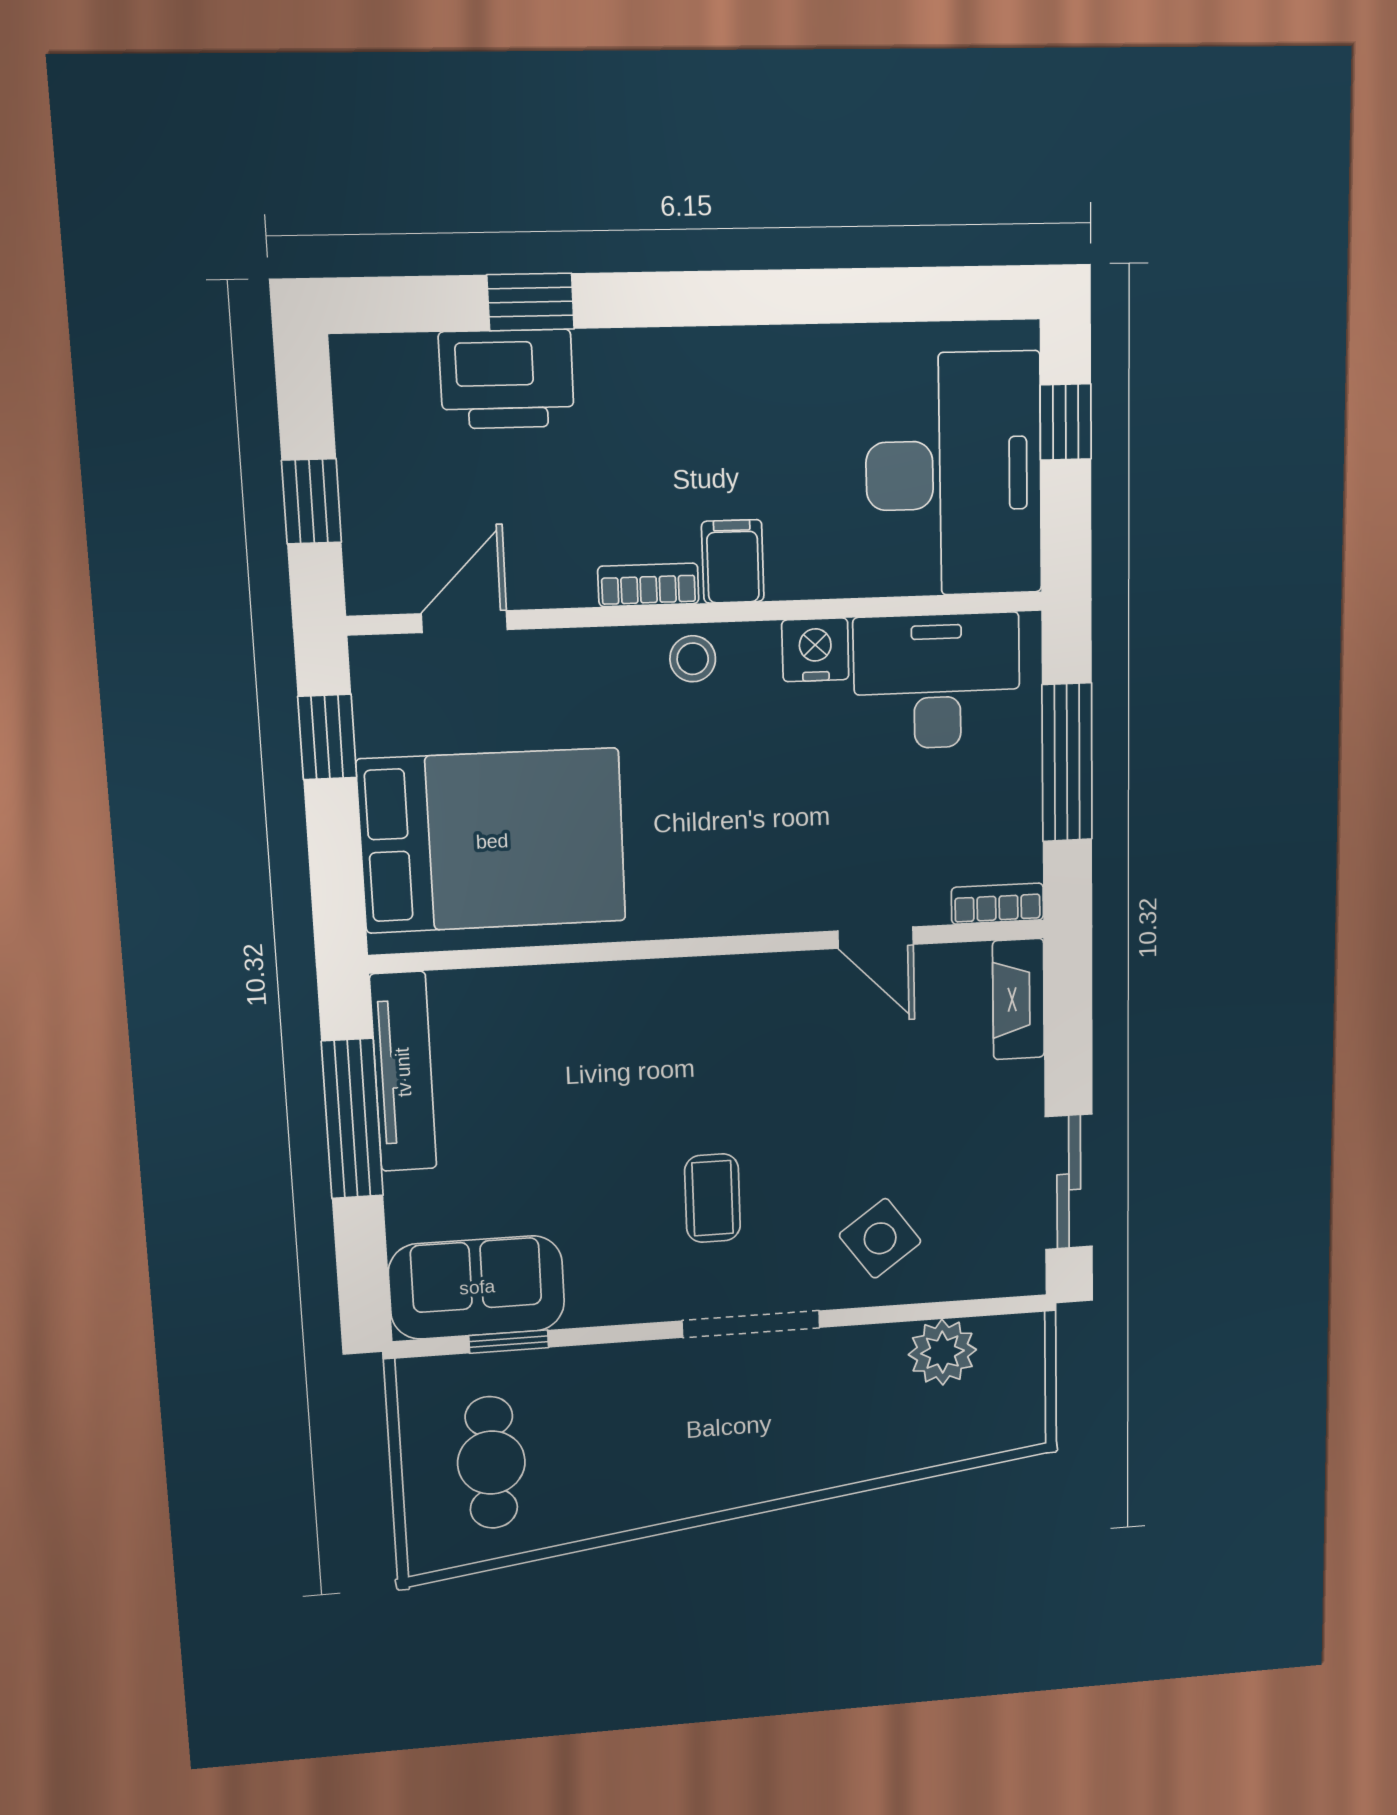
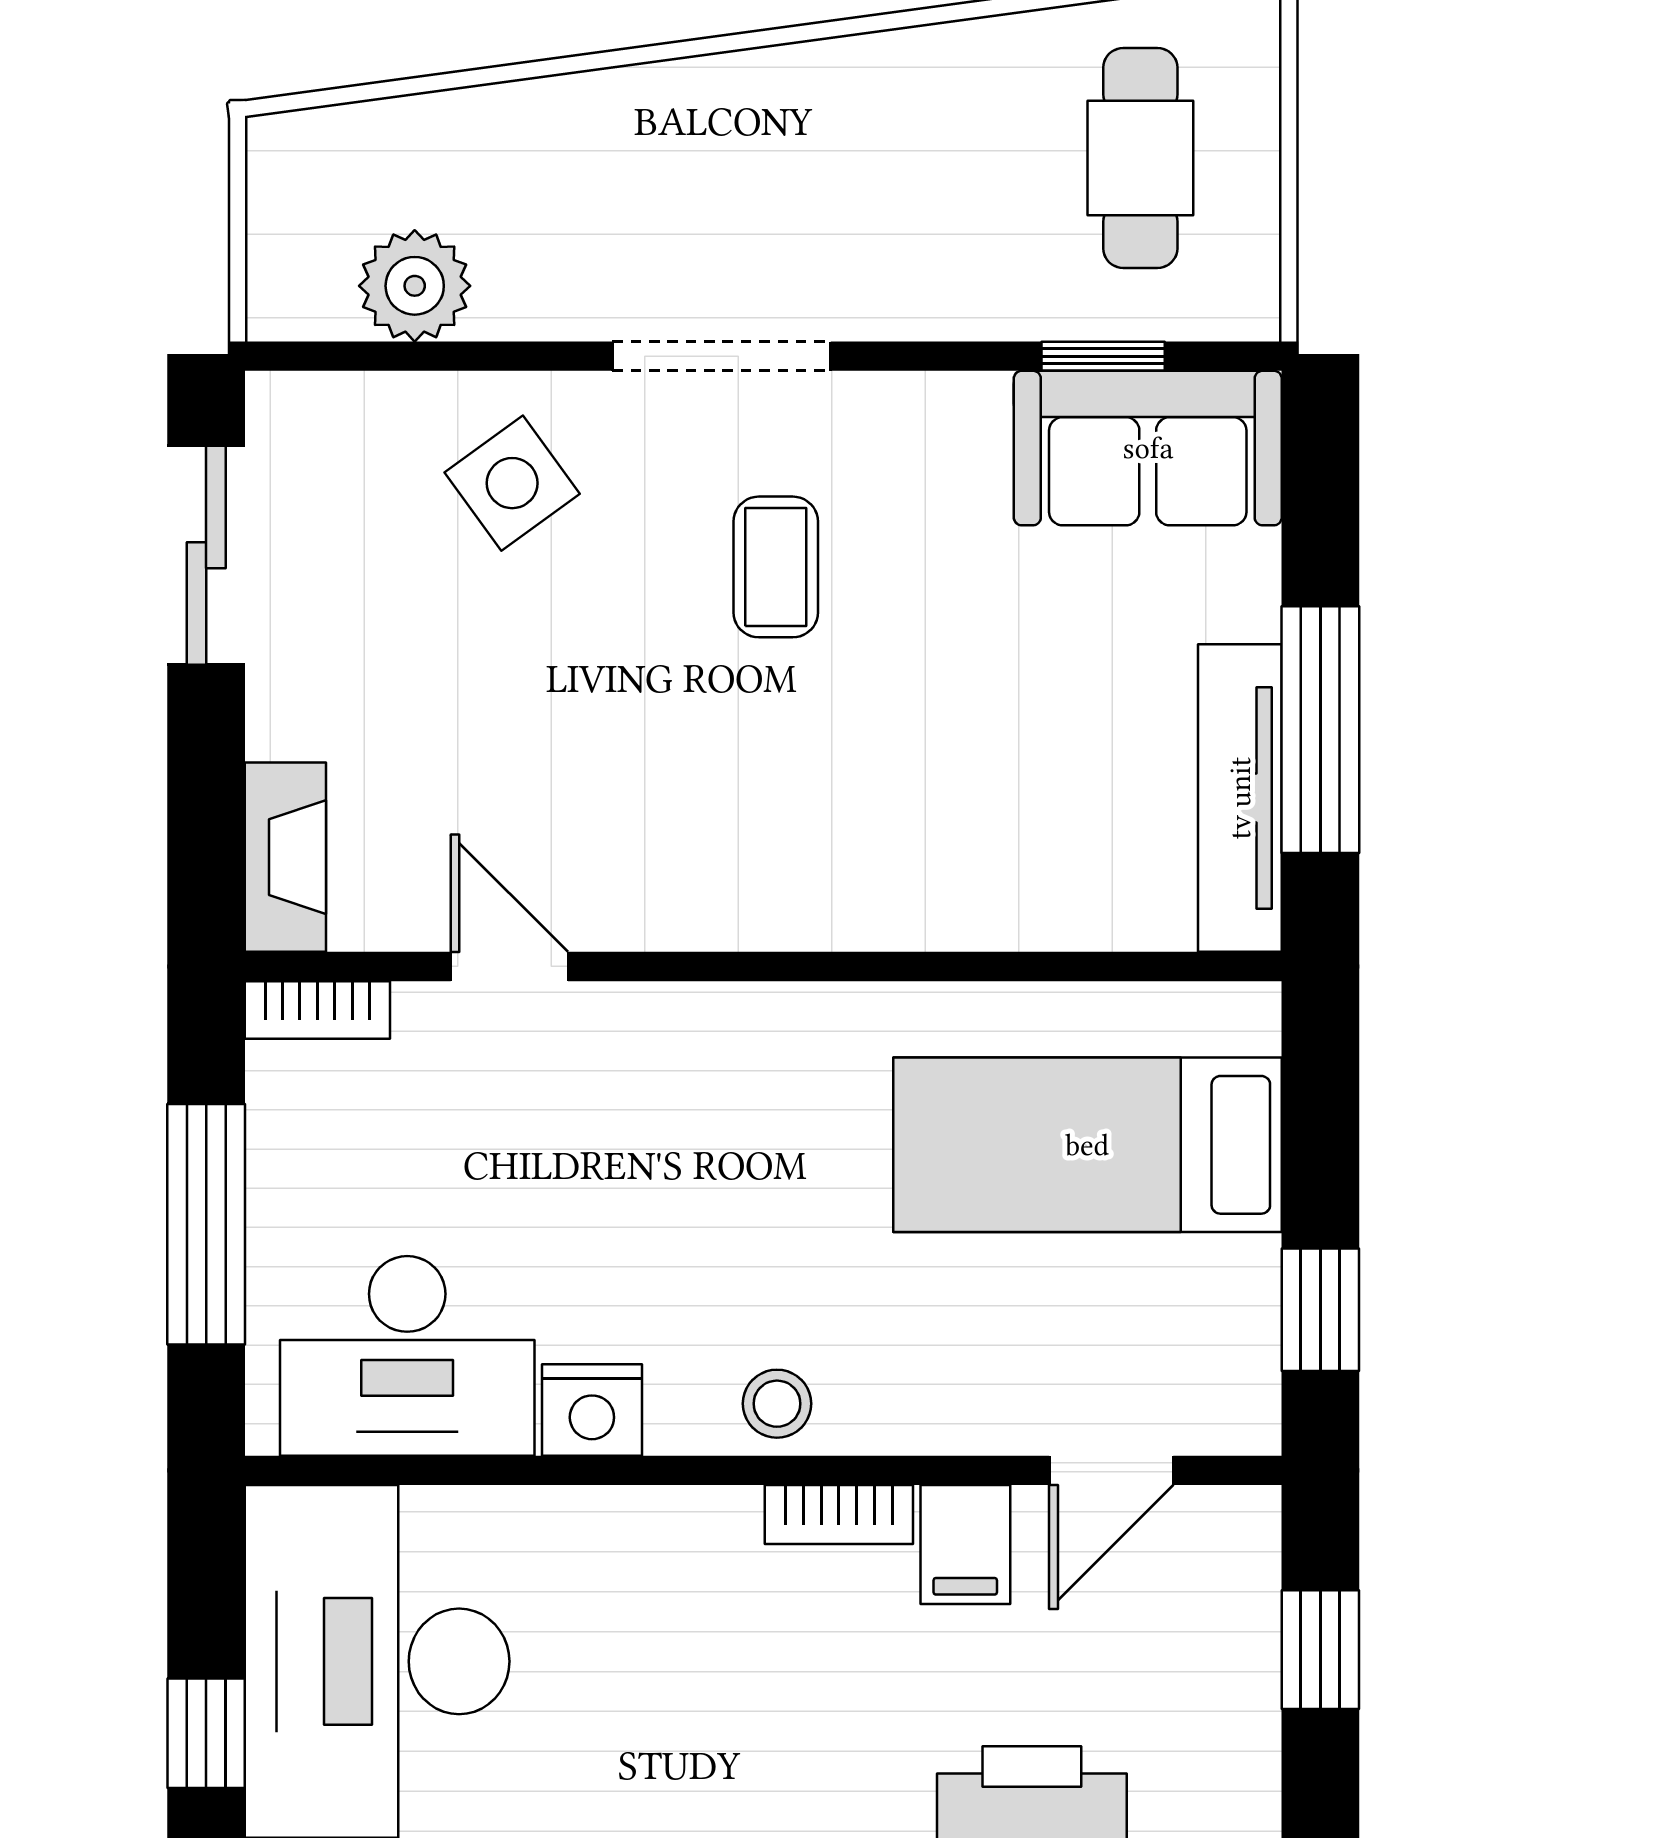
filing cabinet: (733, 561) -> (965, 1545), moved
bed: (492, 841) -> (1087, 1145), width x0.67

